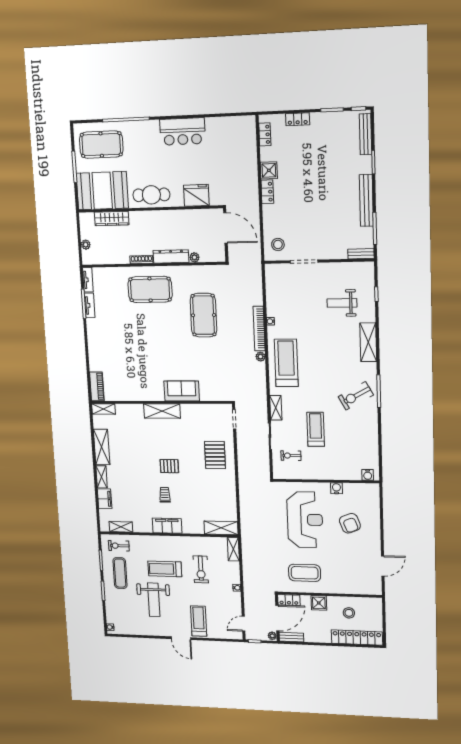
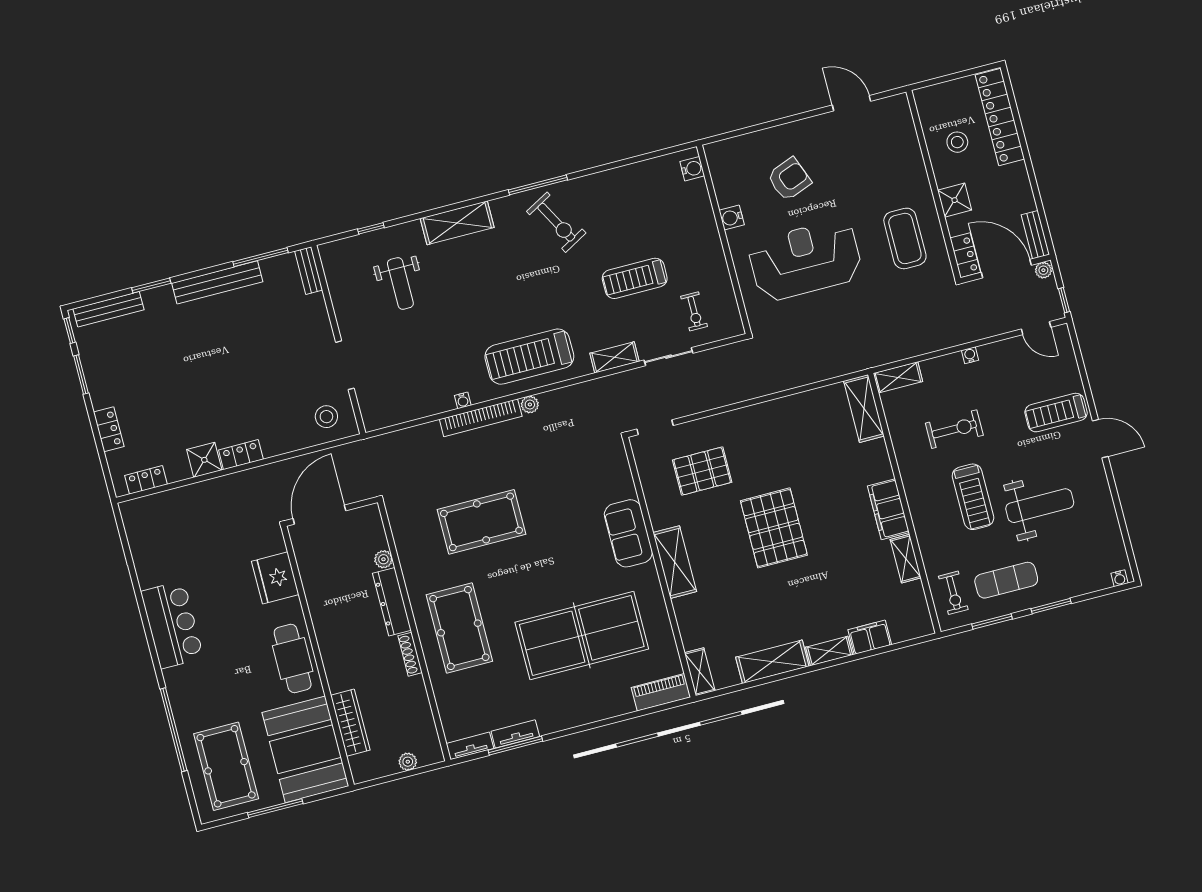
table tennis table: (134, 353) -> (582, 636), added
pallet: (215, 455) -> (702, 471), moved
pallet: (169, 466) -> (774, 528), width x2.05, depth x2.00
trolley: (165, 495) -> (831, 525), removed
shelving: (121, 527) -> (906, 559), moved
door: (181, 638) -> (1100, 439), hinge flipped

